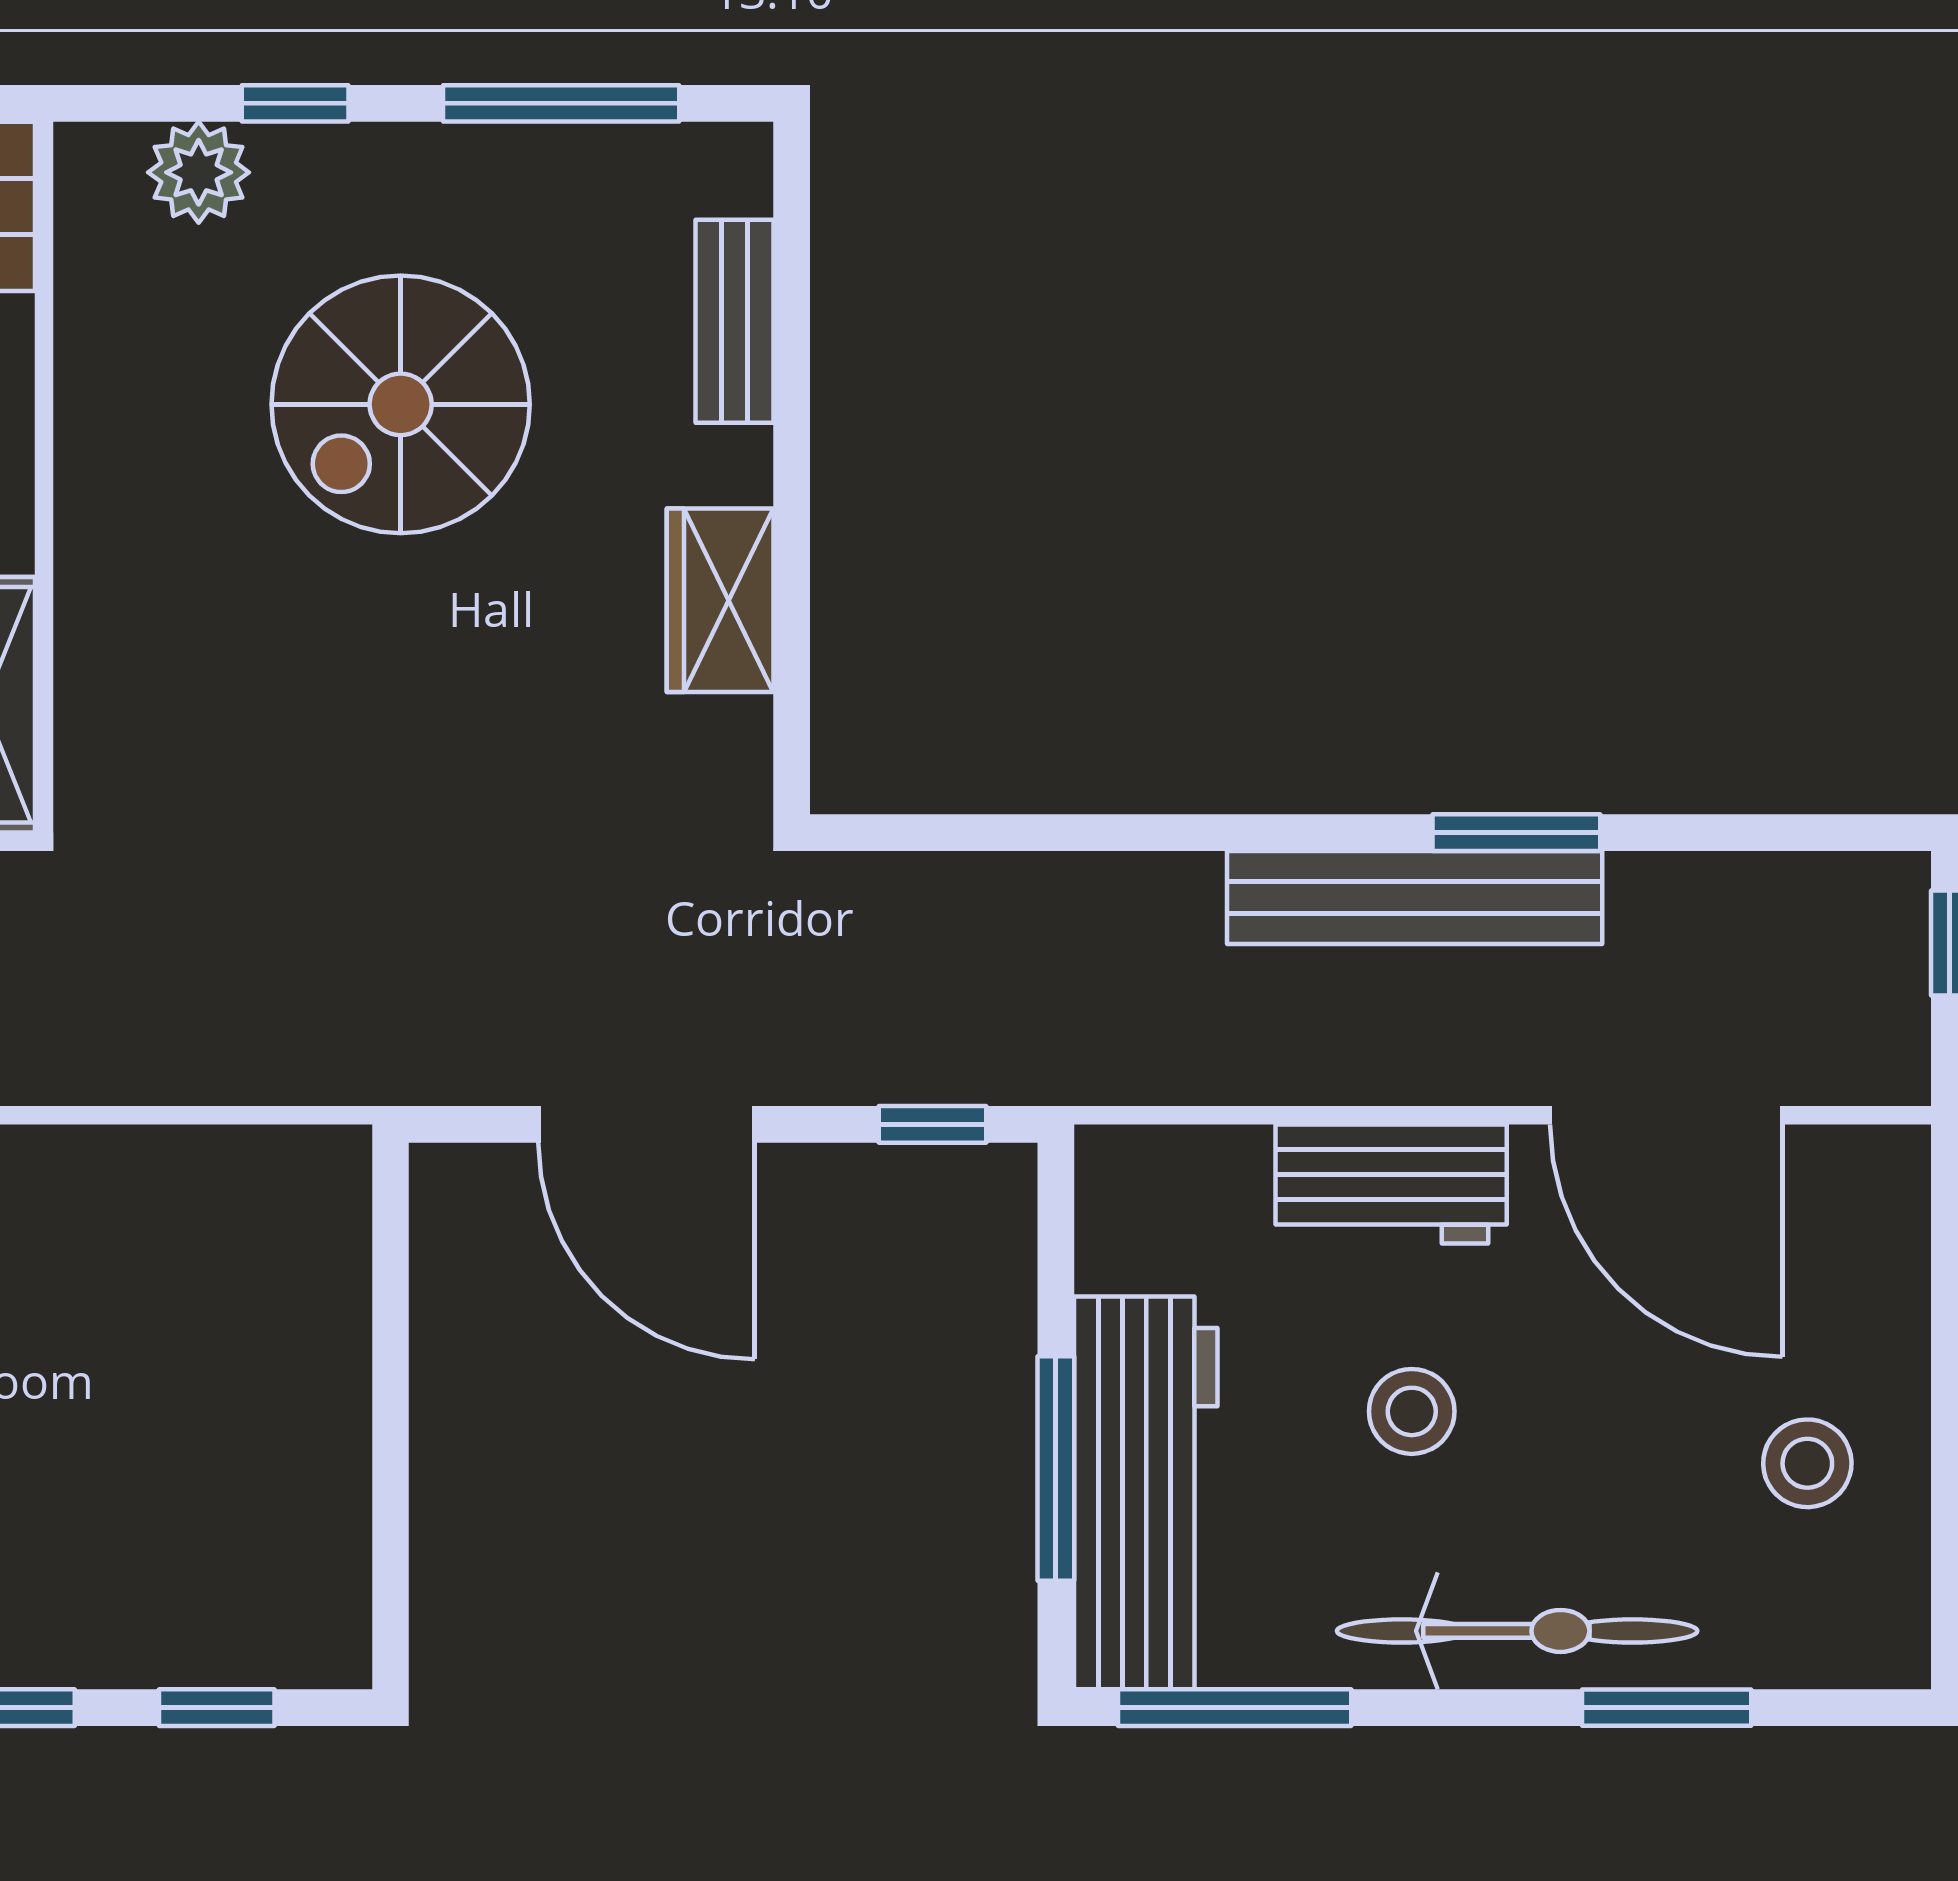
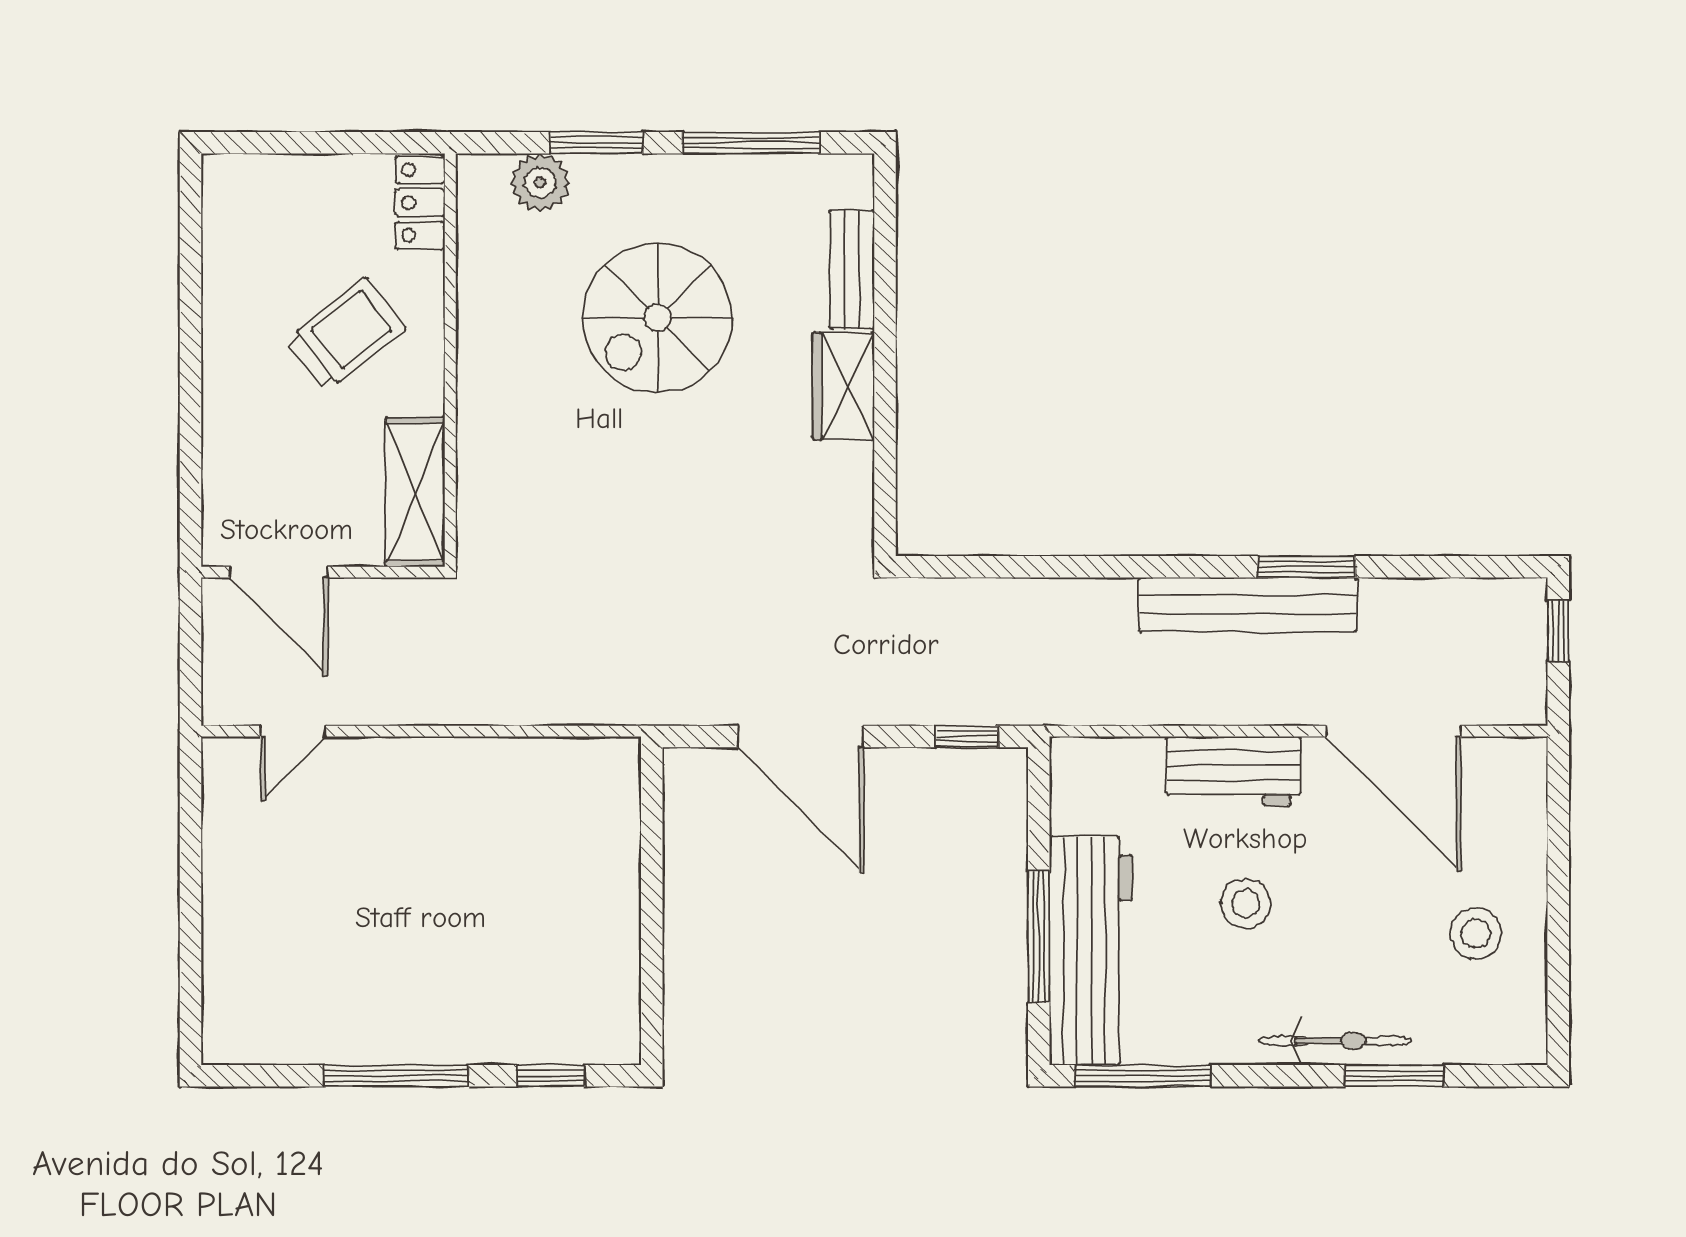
window: (295, 103) -> (596, 143), width x1.50
wardrobe: (720, 600) -> (843, 386), moved
bicycle: (1517, 1631) -> (1335, 1041), width x0.73, depth x0.71

